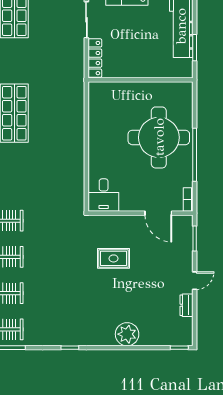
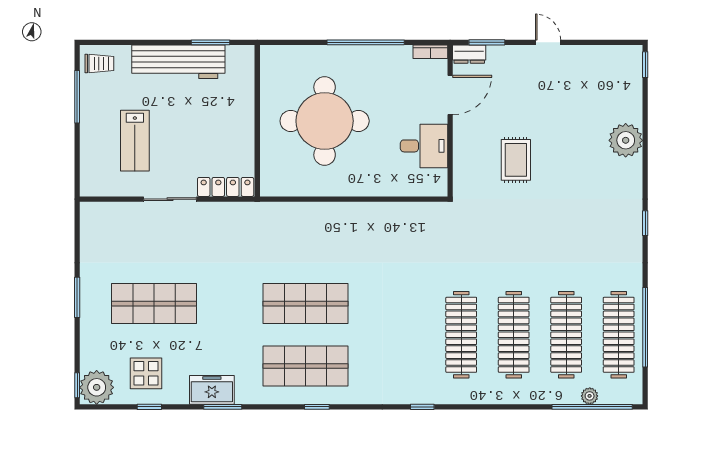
round table: (159, 137) -> (325, 121), moved
desk: (104, 195) -> (424, 146), moved
dresser: (187, 305) -> (469, 54), moved

